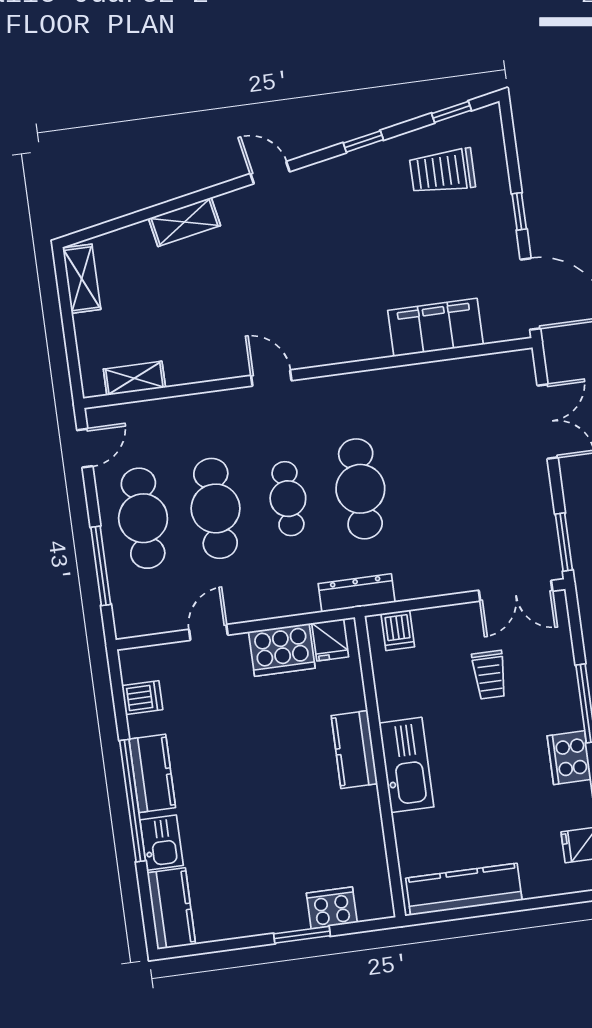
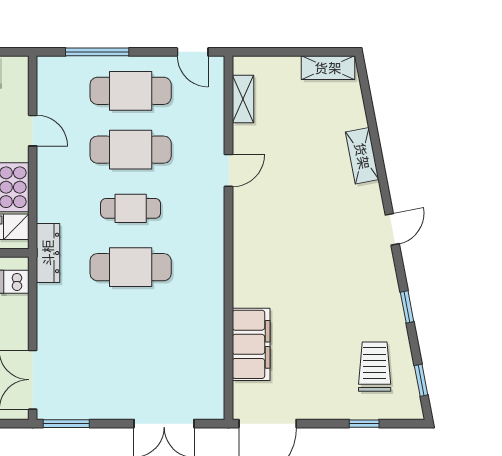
window: (519, 211) -> (364, 424), moved
door: (271, 378) -> (229, 170), moved

